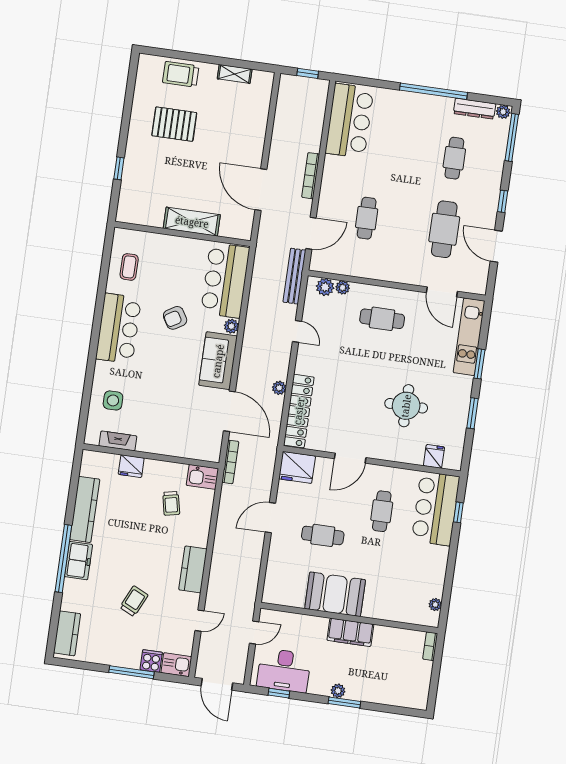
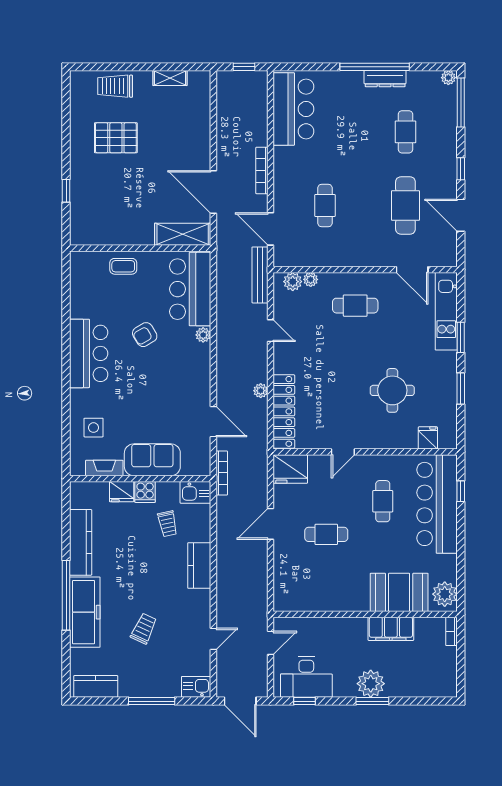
dresser: (475, 109) -> (385, 79), moved
shelving: (192, 222) -> (183, 234), moved
door: (311, 233) -> (271, 229), swing flipped
coffee table: (129, 267) -> (123, 266), moved, turned 90
sofa: (218, 361) -> (152, 460), moved, turned 90
door: (229, 411) -> (213, 422), width x0.73
door: (350, 458) -> (343, 452), width x0.73
bar counter: (436, 509) -> (437, 504), width x1.36
freezer: (78, 561) -> (85, 612), width x1.91, depth x1.26
kitchen counter: (193, 569) -> (199, 565), moved
booth: (335, 594) -> (399, 592), moved
plant: (435, 605) -> (445, 594), width x1.87, depth x1.87
filing cabinet: (350, 632) -> (391, 629), moved
kitchen counter: (67, 633) -> (96, 686), moved, turned -90
cooker: (151, 661) -> (145, 492), moved, turned 180
plant: (338, 691) -> (371, 684), width x1.88, depth x1.88

